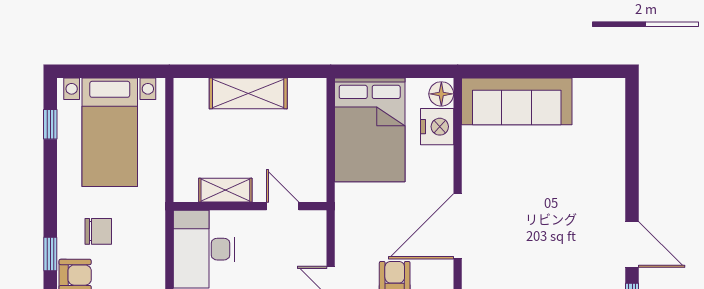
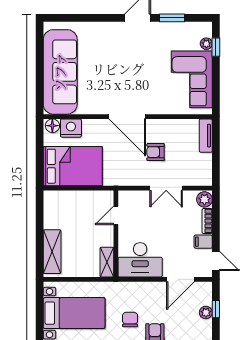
shelving: (248, 93) -> (52, 252), moved
sofa: (517, 101) -> (60, 72), width x1.36, depth x1.27
shelving: (225, 190) -> (107, 262), moved

